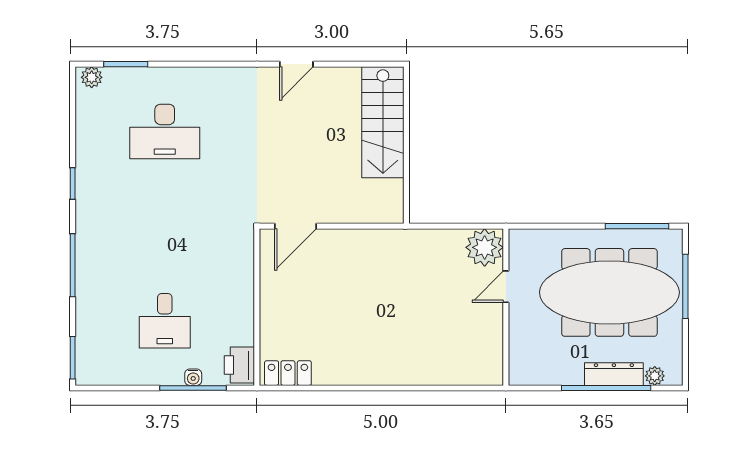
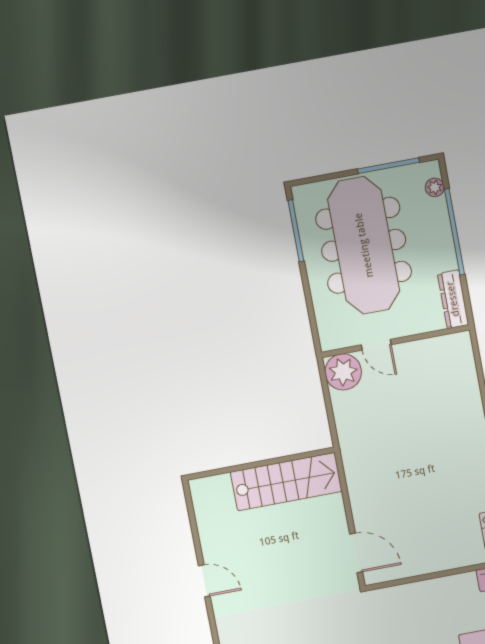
stairs: (383, 122) -> (286, 482), moved
window: (685, 286) -> (389, 166), moved
dresser: (614, 374) -> (453, 299), moved

